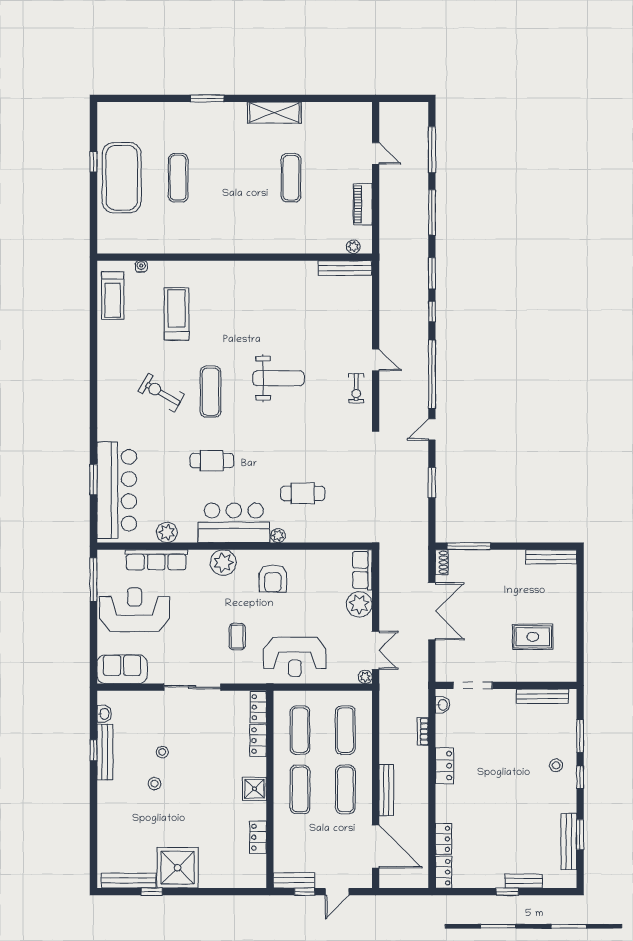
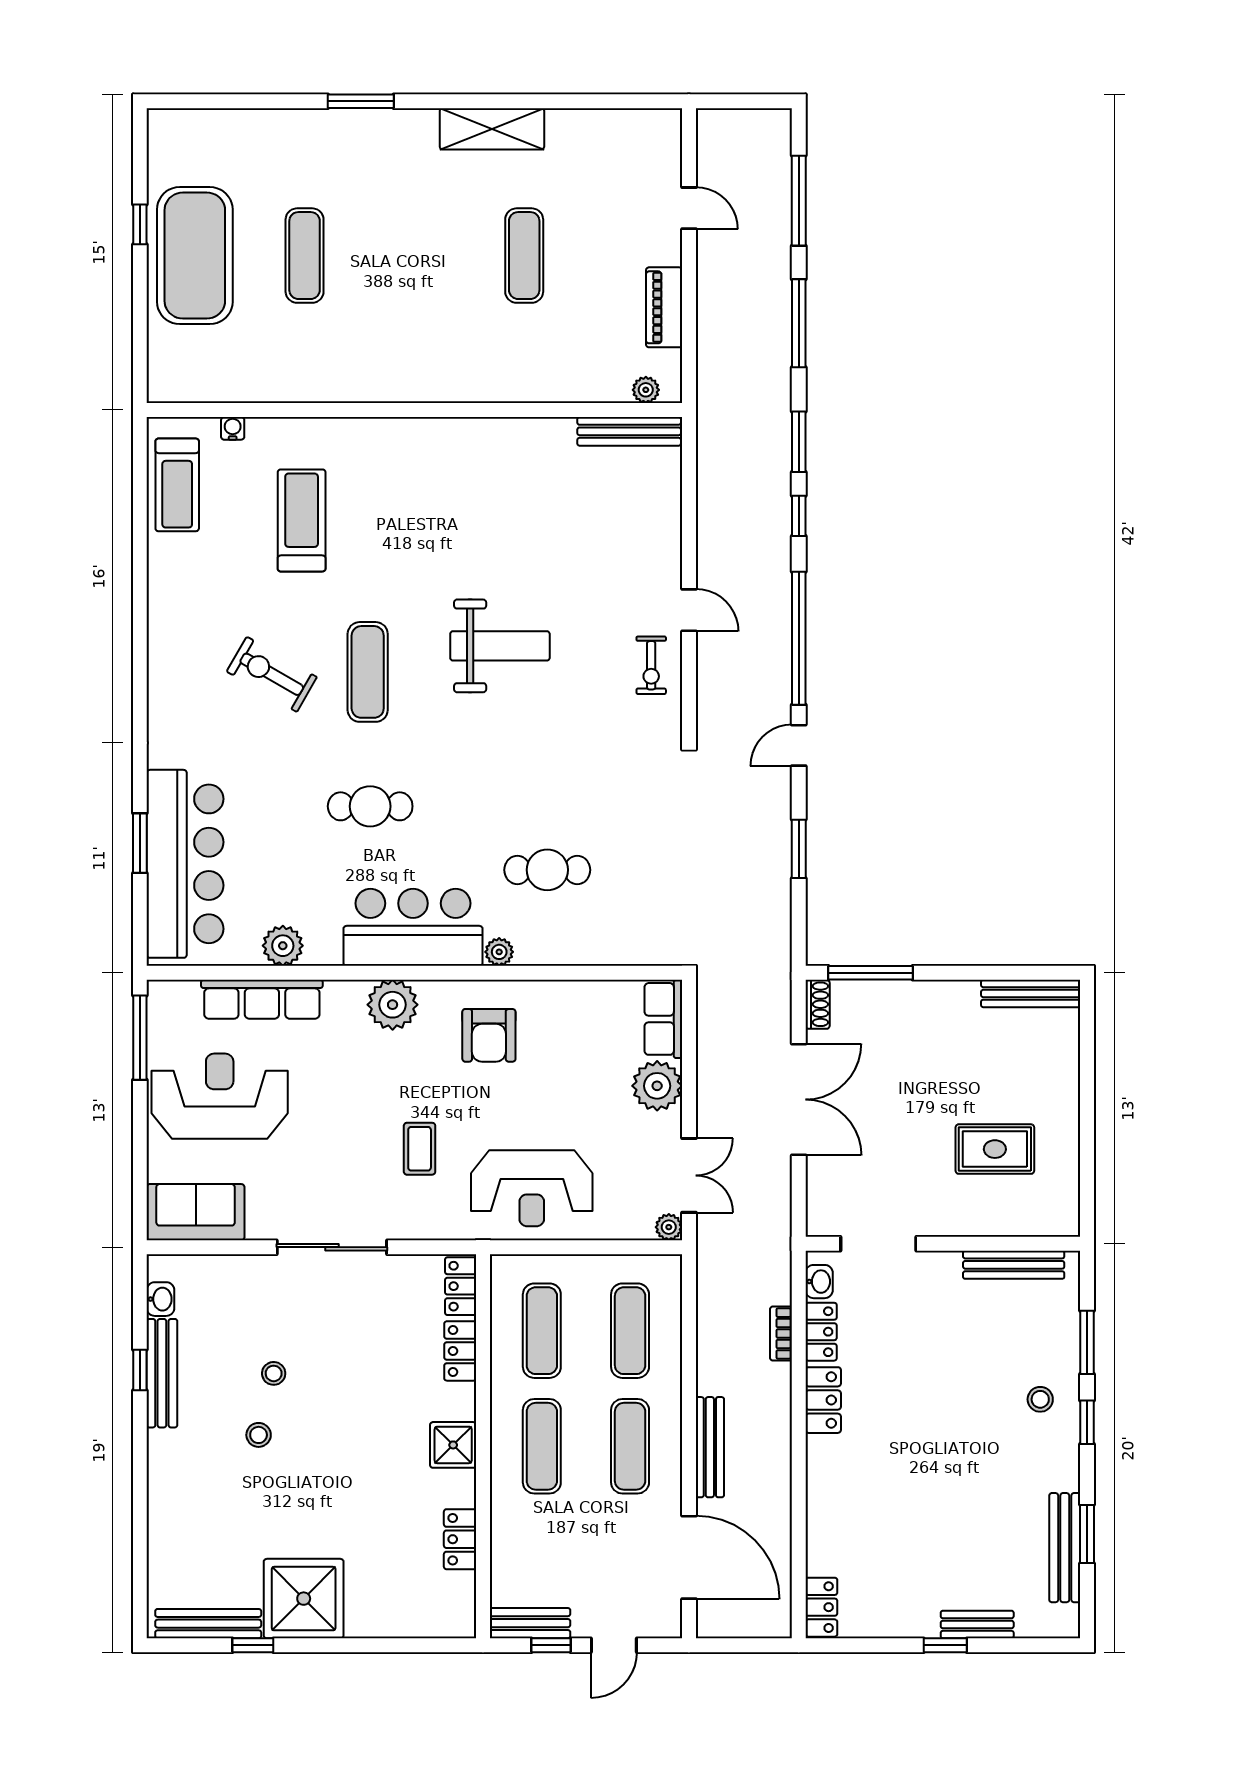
locker: (443, 839) -> (821, 1332), moved

